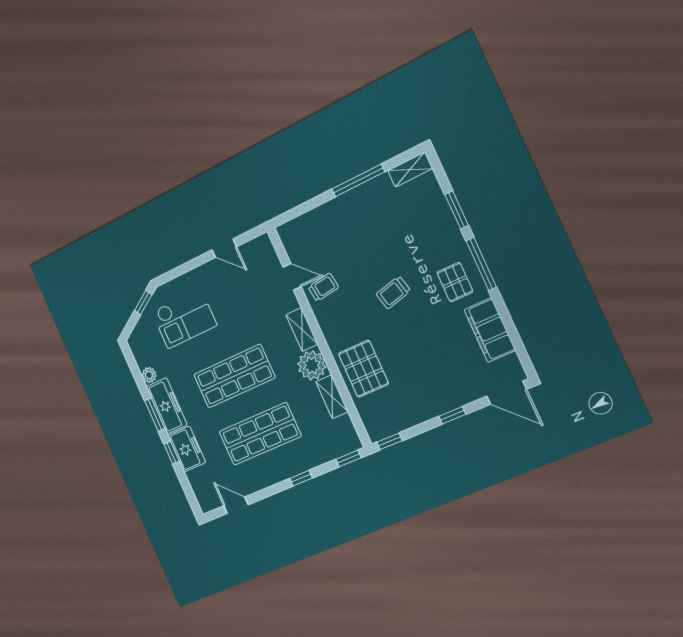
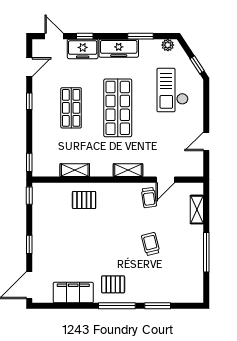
shelving: (410, 169) -> (197, 210), moved
trolley: (393, 292) -> (151, 244), moved
plant: (312, 365) -> (101, 166), removed
pallet: (363, 369) -> (84, 200), width x0.67, depth x0.71
plant: (149, 375) -> (168, 45), moved
window: (155, 415) -> (141, 36), moved
shop shelf: (260, 434) -> (71, 108), width x0.70, depth x0.74
window: (301, 478) -> (29, 101), moved
door: (188, 490) -> (54, 36), added

